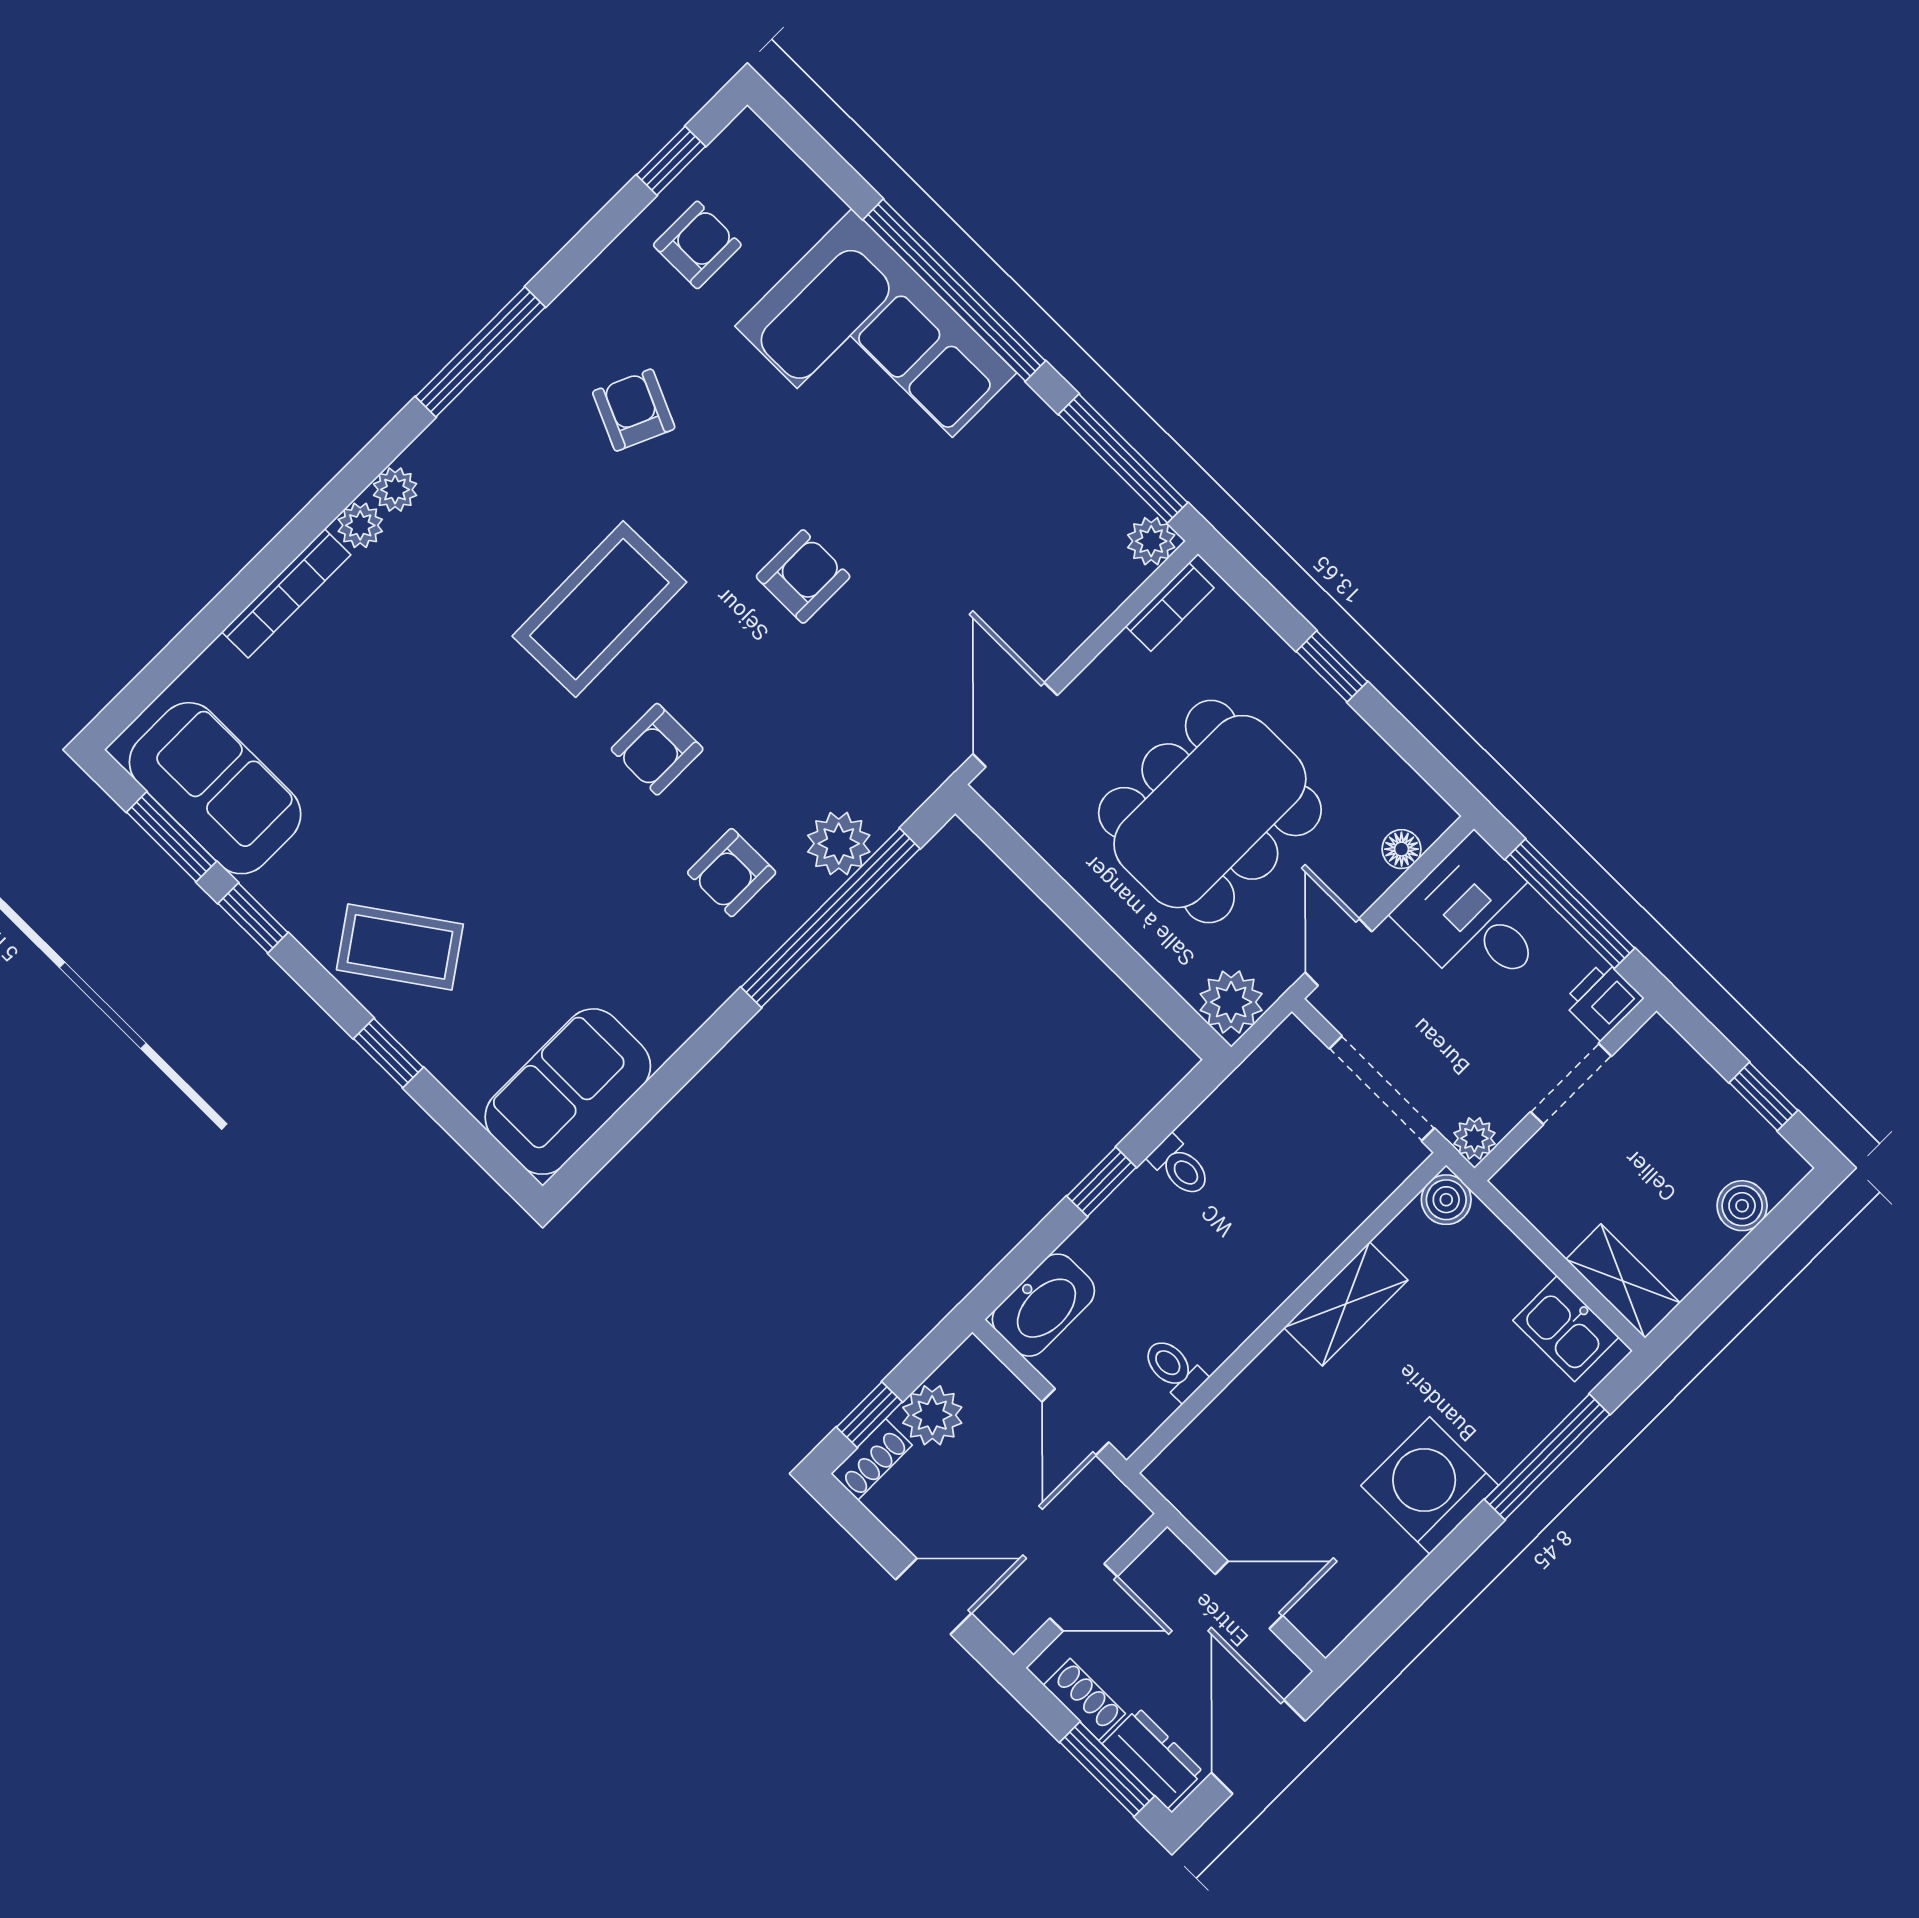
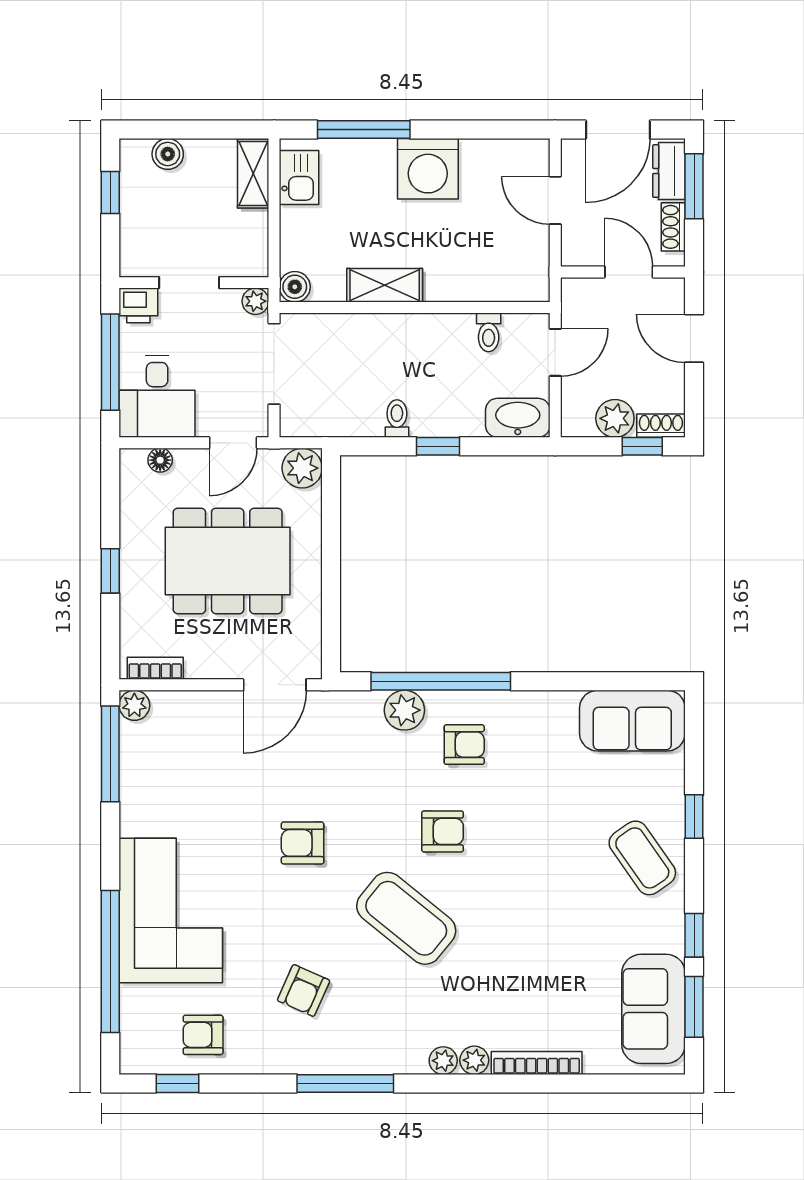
window: (954, 290) -> (110, 961), moved
coffee table: (599, 609) -> (406, 918), turned 40

